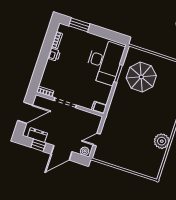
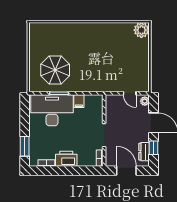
printer: (54, 55) -> (66, 159), width x1.87, depth x1.48
filing cabinet: (99, 107) -> (79, 101), moved
plant: (162, 141) -> (141, 30), moved

